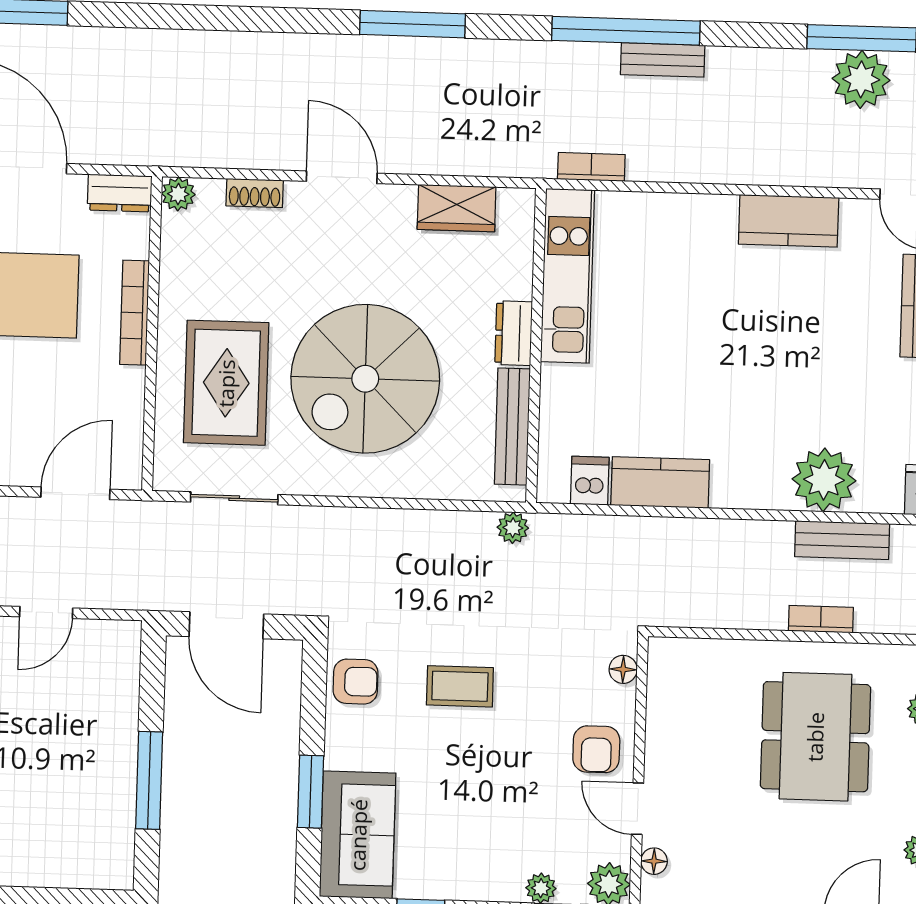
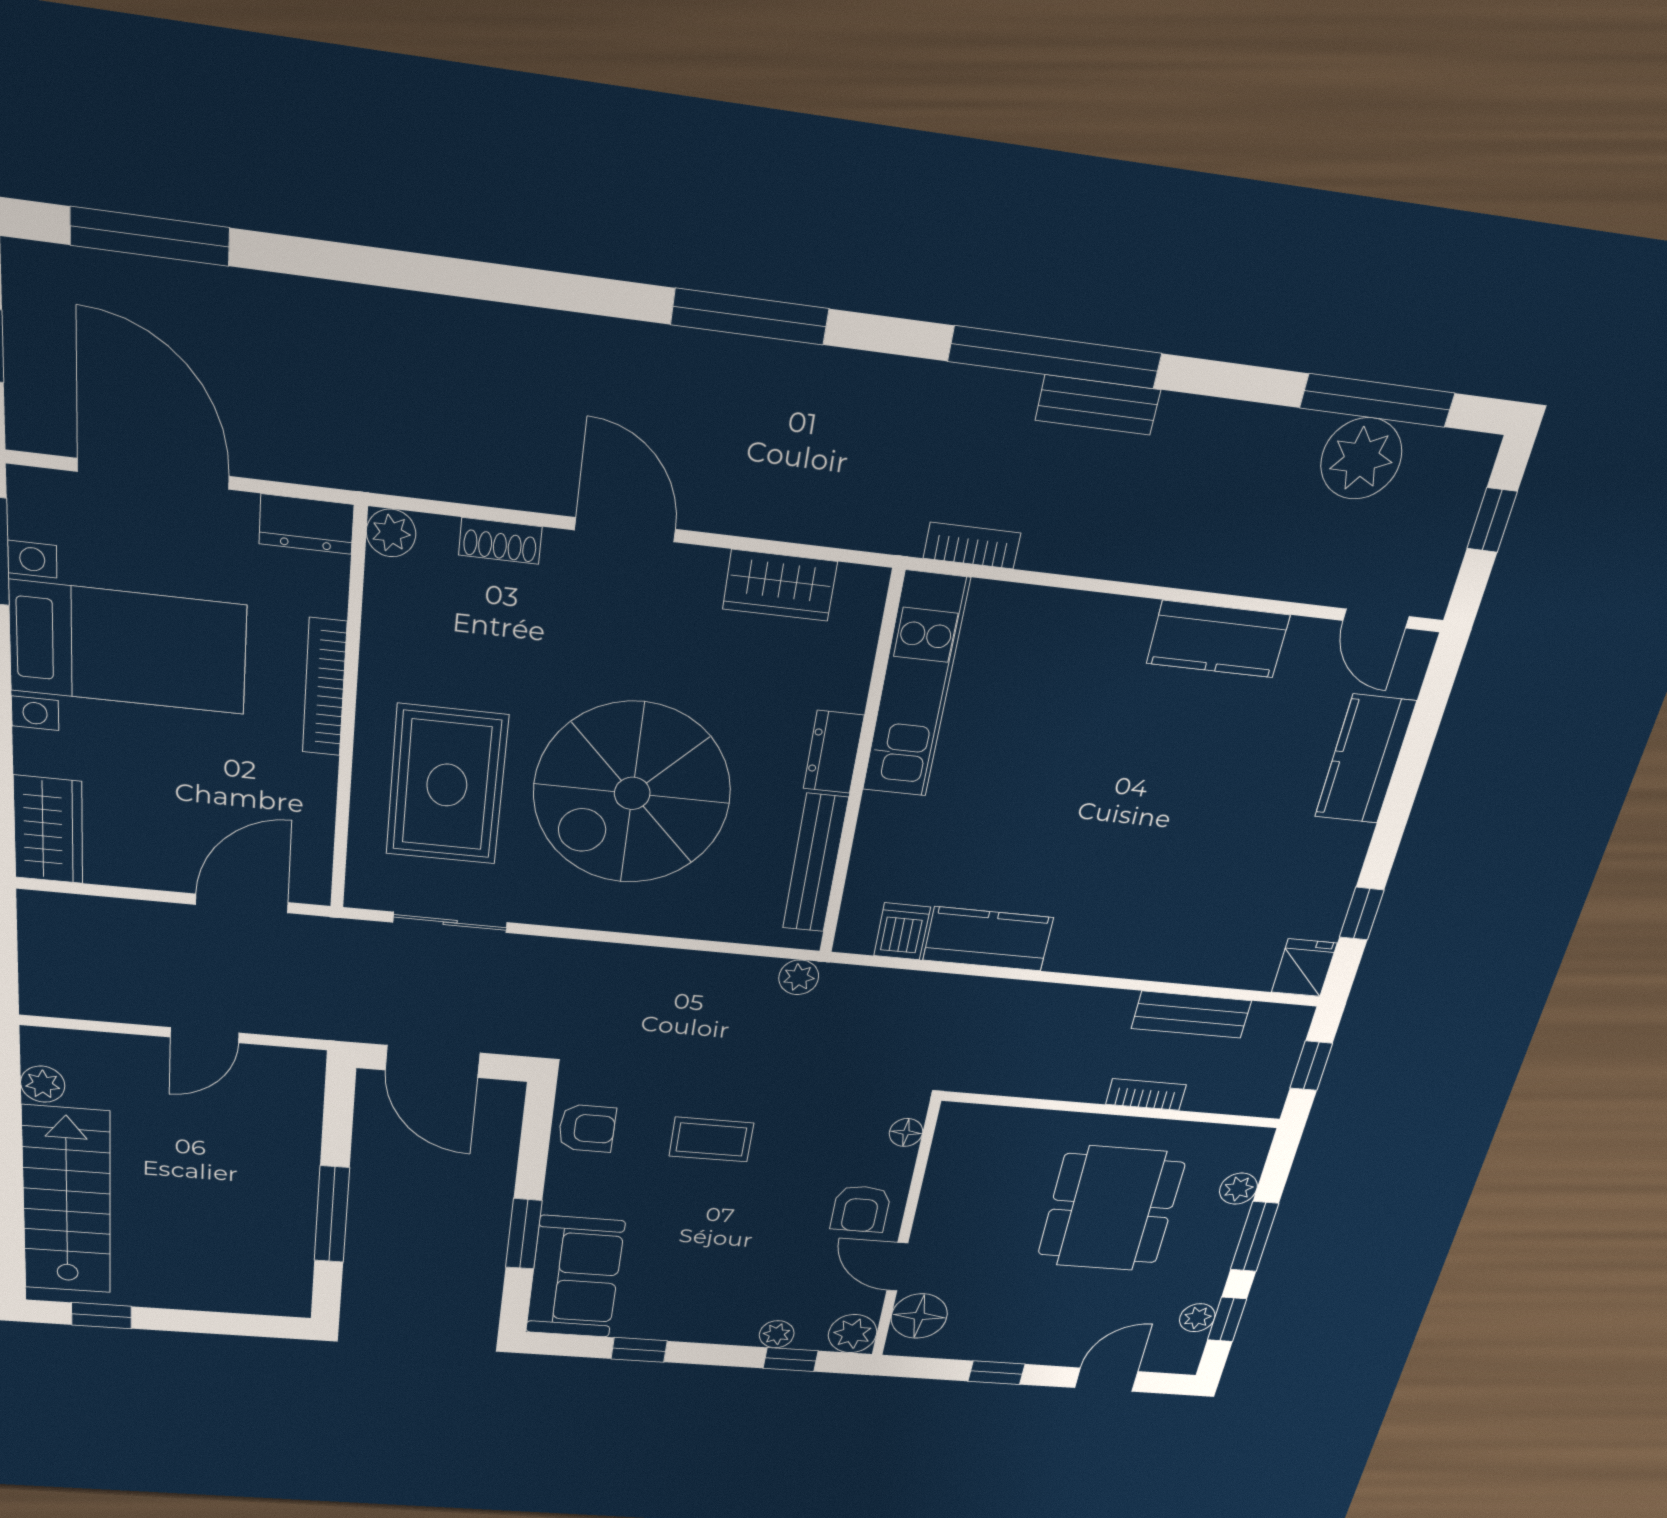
plant: (824, 480) -> (1186, 949), removed
floor lamp: (654, 861) -> (919, 1316), width x1.89, depth x1.89

